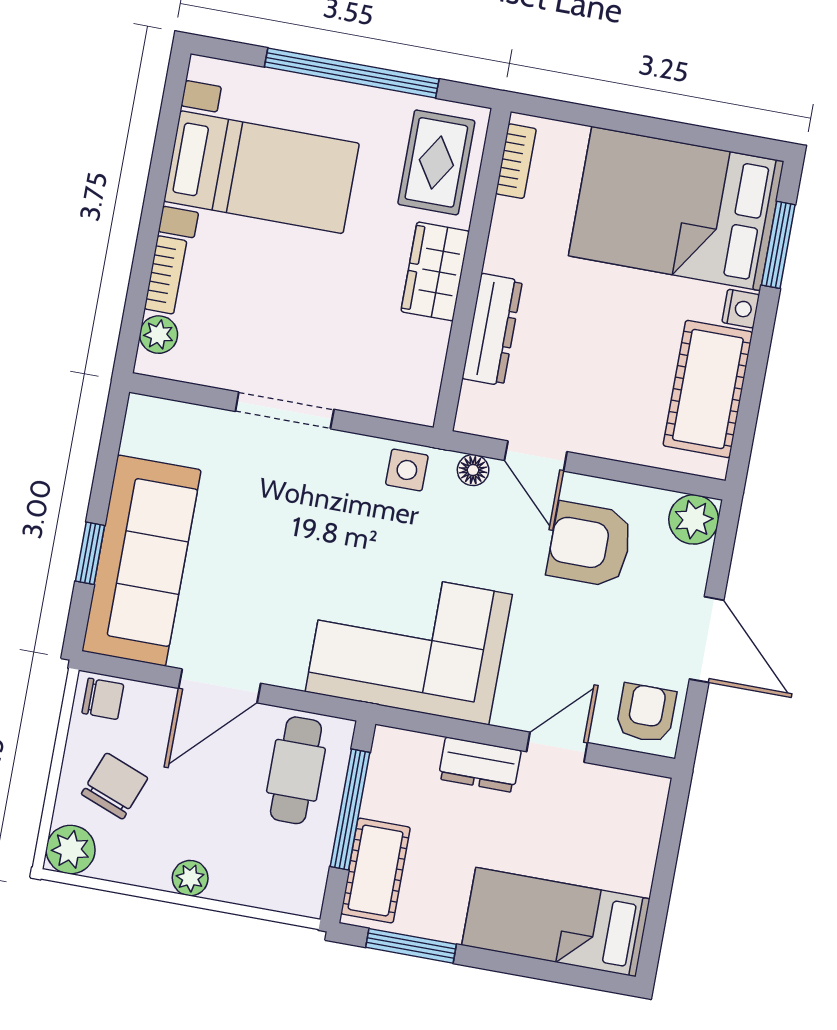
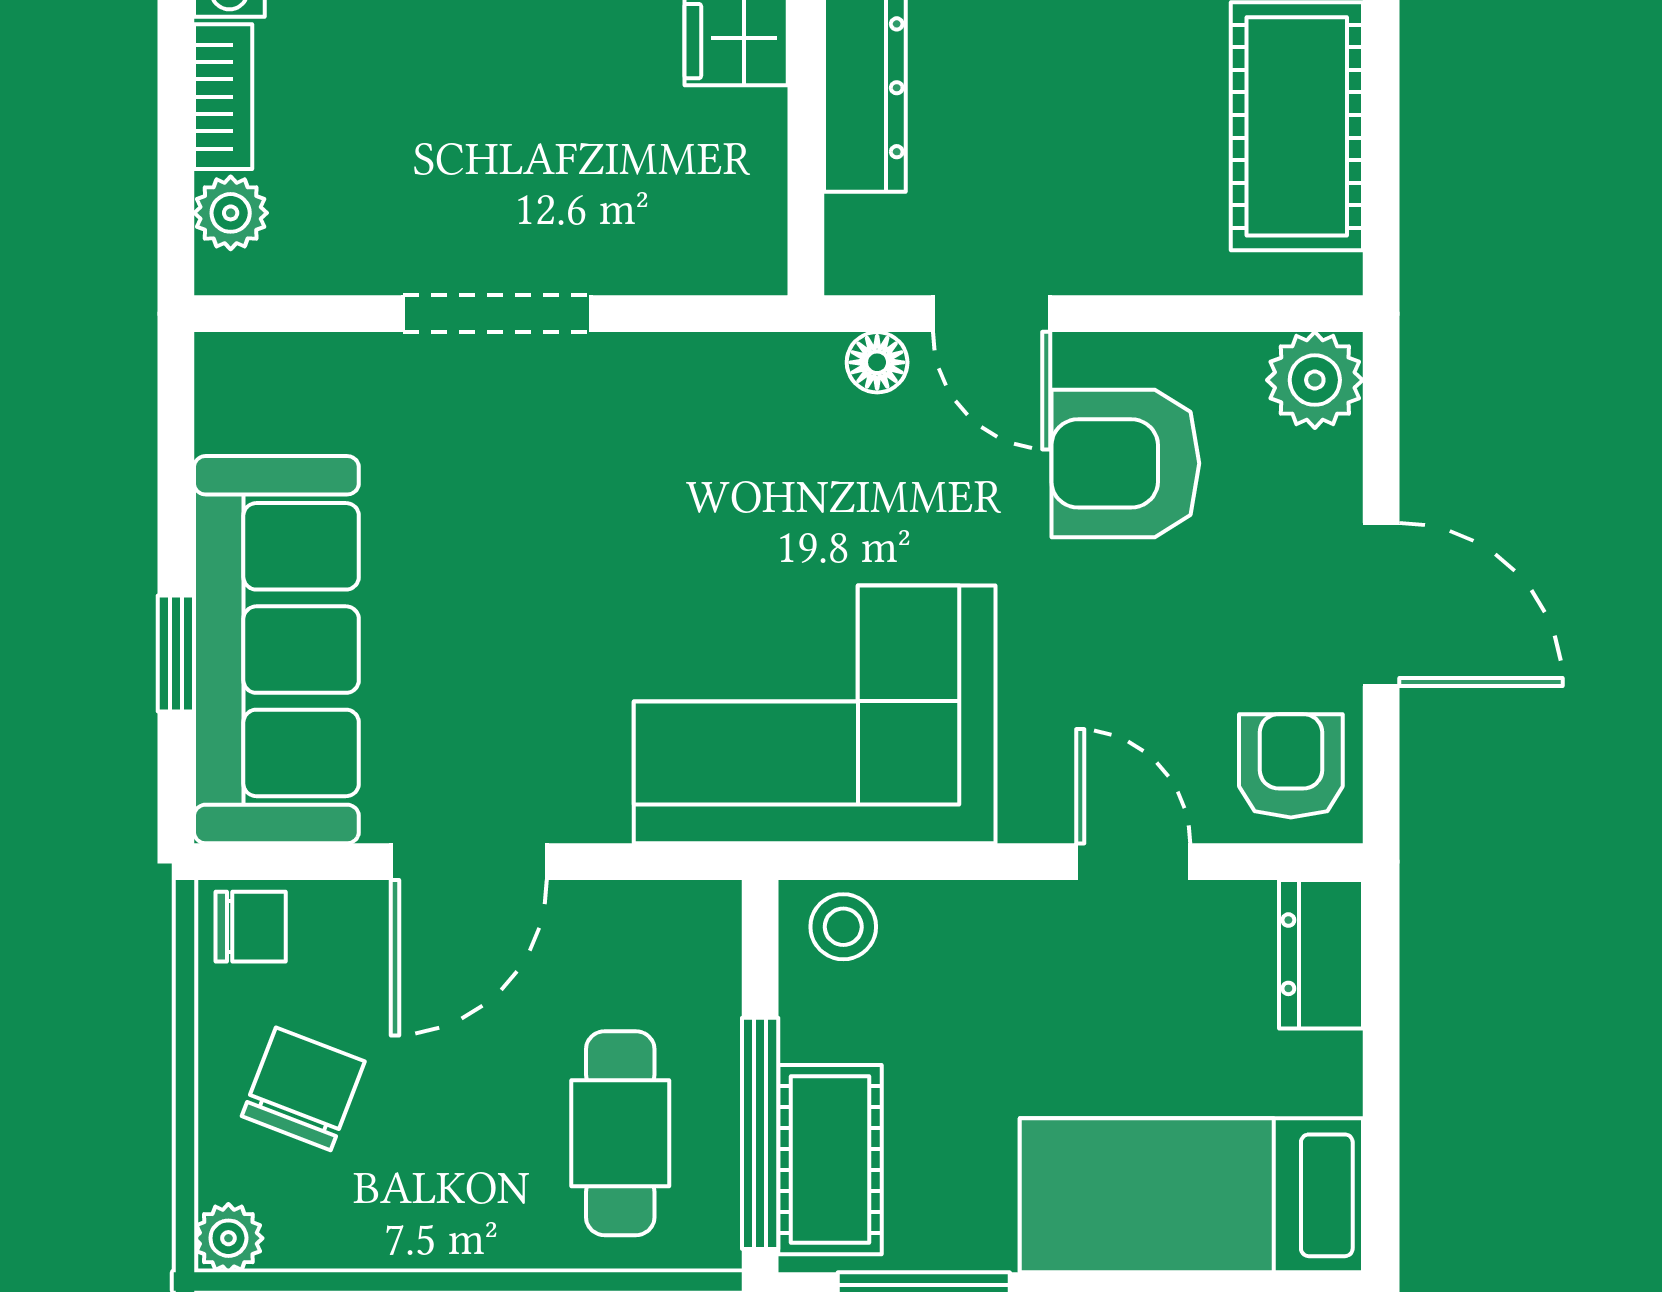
side table: (407, 470) -> (751, 385), removed
door: (557, 747) -> (1133, 862), hinge flipped
stool: (404, 754) -> (843, 927), added
dresser: (480, 765) -> (1321, 954), moved, turned 90
cafe table: (296, 770) -> (620, 1133), moved
window: (350, 809) -> (760, 1133), moved
plant: (71, 850) -> (228, 1238), width x0.73, depth x0.73
plant: (190, 878) -> (479, 1238), removed

